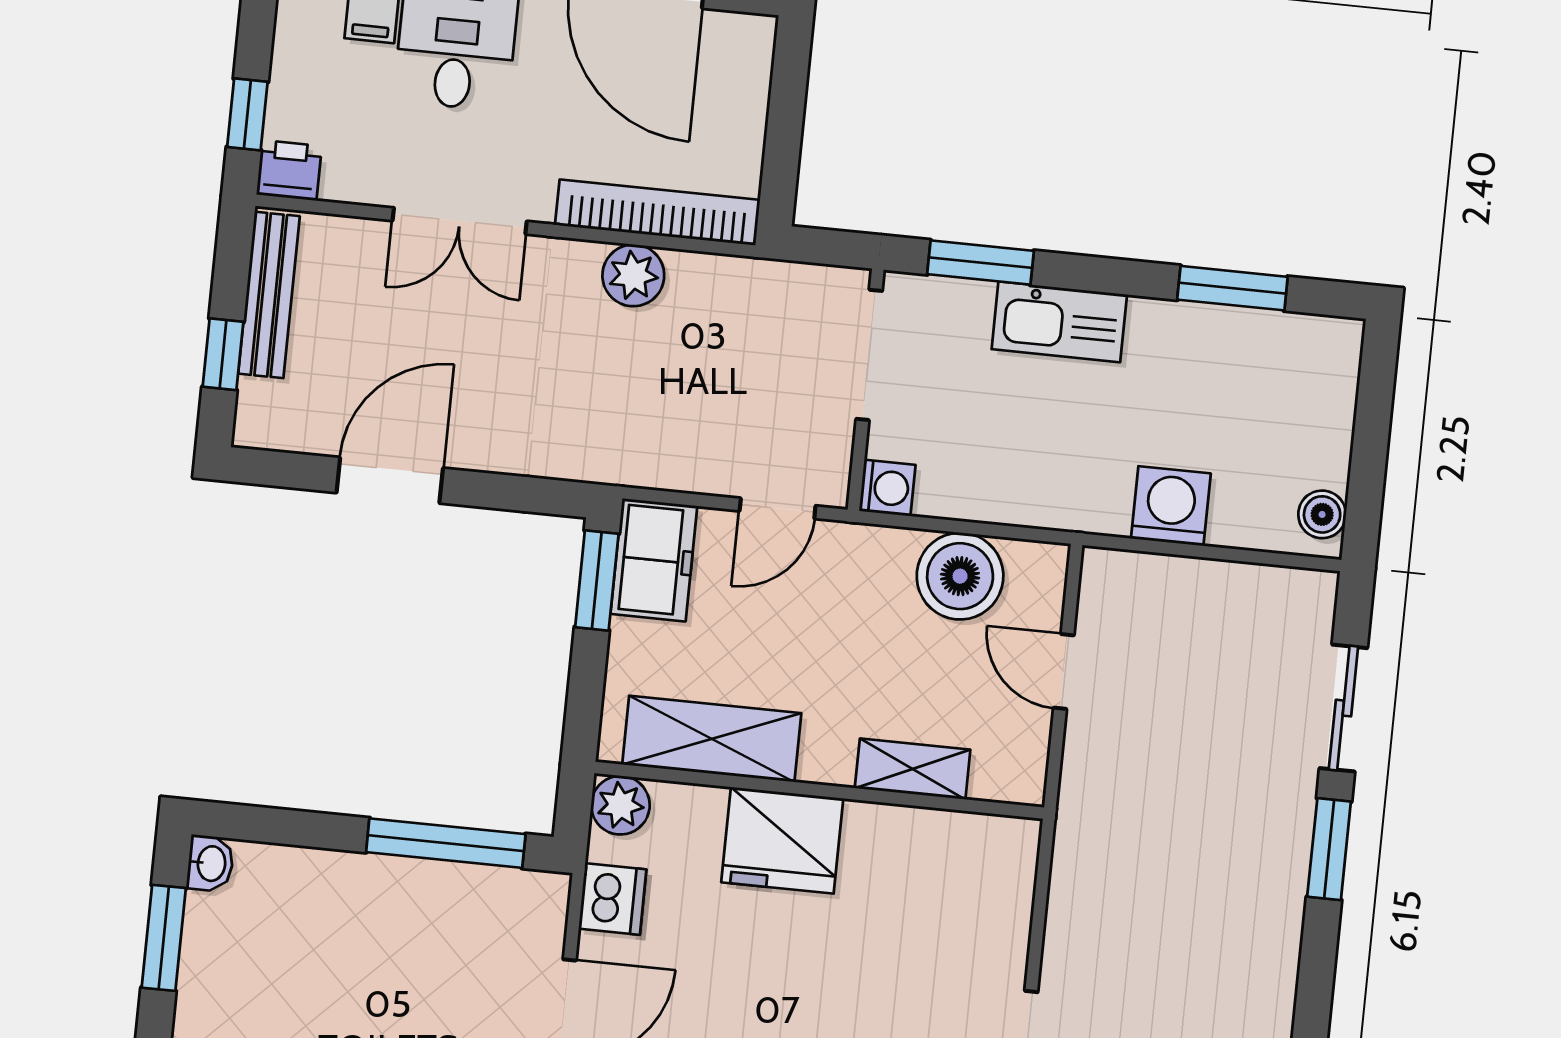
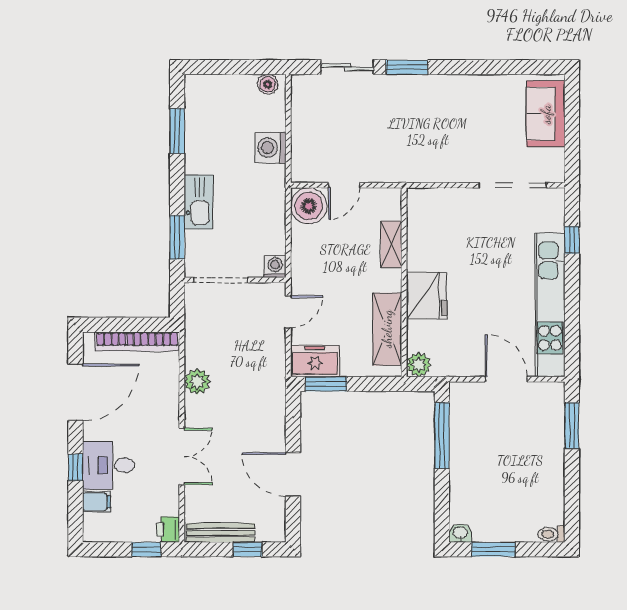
bookcase: (658, 212) -> (137, 342), moved, turned -90
door: (778, 508) -> (288, 312), hinge flipped
boiler: (960, 576) -> (309, 206), moved
dishwasher: (612, 899) -> (458, 364), removed

